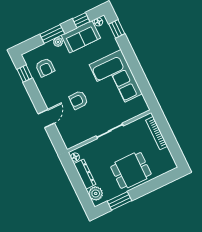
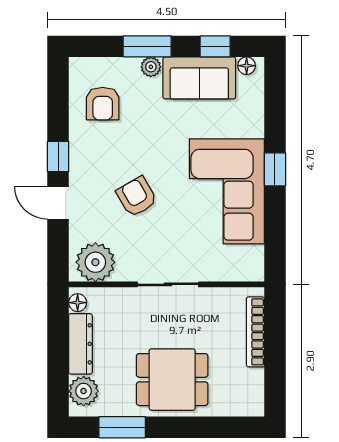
window: (117, 29) -> (275, 169), moved
window: (25, 74) -> (58, 156), moved
armchair: (79, 100) -> (137, 197), turned 60
door: (46, 119) -> (58, 203), swing flipped
plant: (74, 136) -> (95, 262), added

